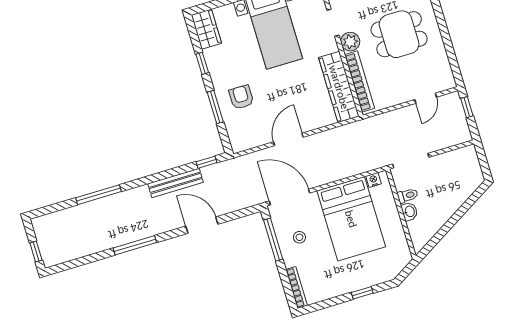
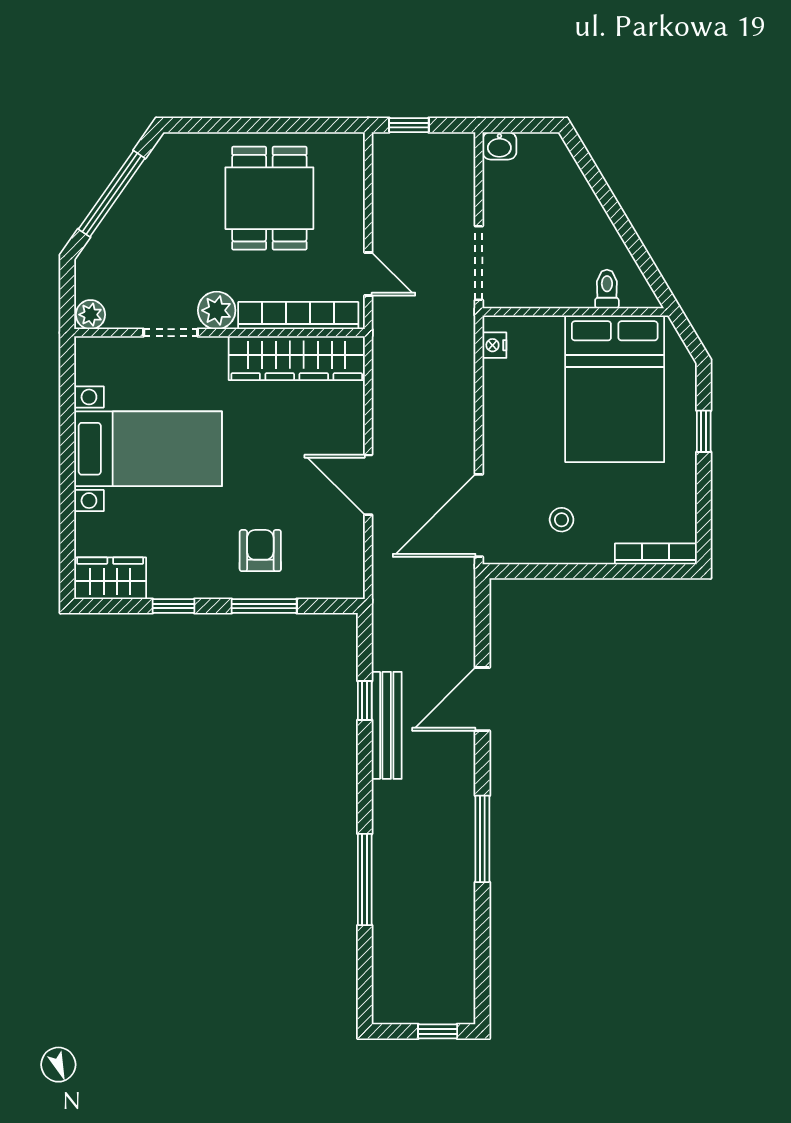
dining table: (399, 34) -> (269, 198), moved
armchair: (241, 97) -> (260, 551), turned 90
door: (426, 98) -> (368, 274), moved
window: (206, 162) -> (365, 700), moved
toilet: (408, 195) -> (607, 289), moved
washbasin: (409, 211) -> (499, 146), moved, turned 180
bed: (351, 219) -> (615, 389), moved, turned 90
window: (273, 240) -> (551, 571), removed

